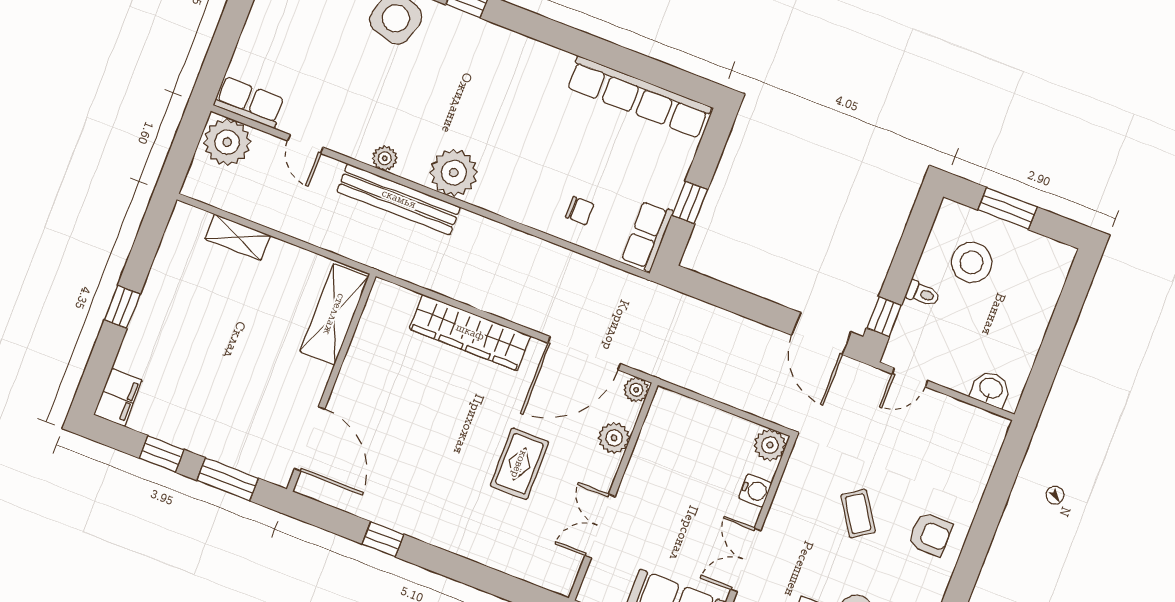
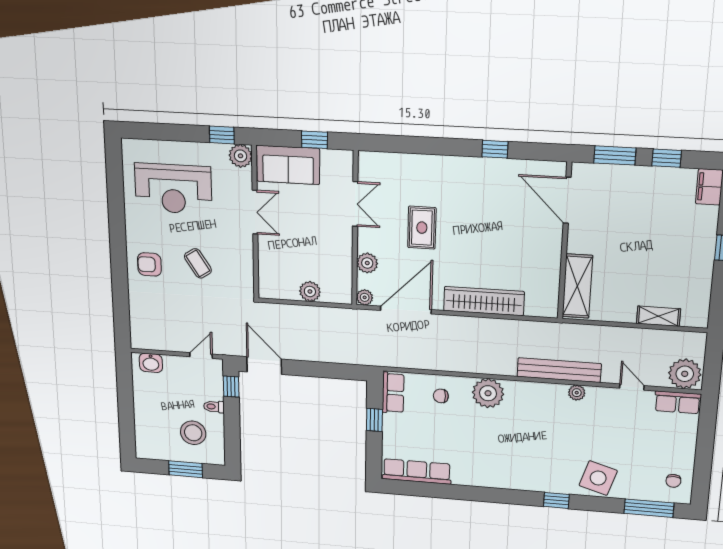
row of seats: (639, 97) -> (417, 471), width x0.73
plant: (454, 173) -> (488, 393), moved
plant: (770, 445) -> (310, 291), moved
water cooler: (755, 491) -> (266, 258), removed

